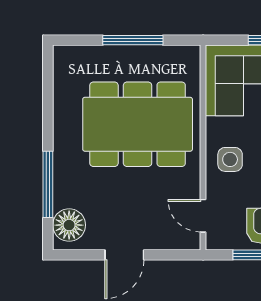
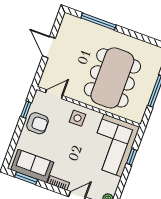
floor lamp: (69, 225) -> (74, 25), removed

